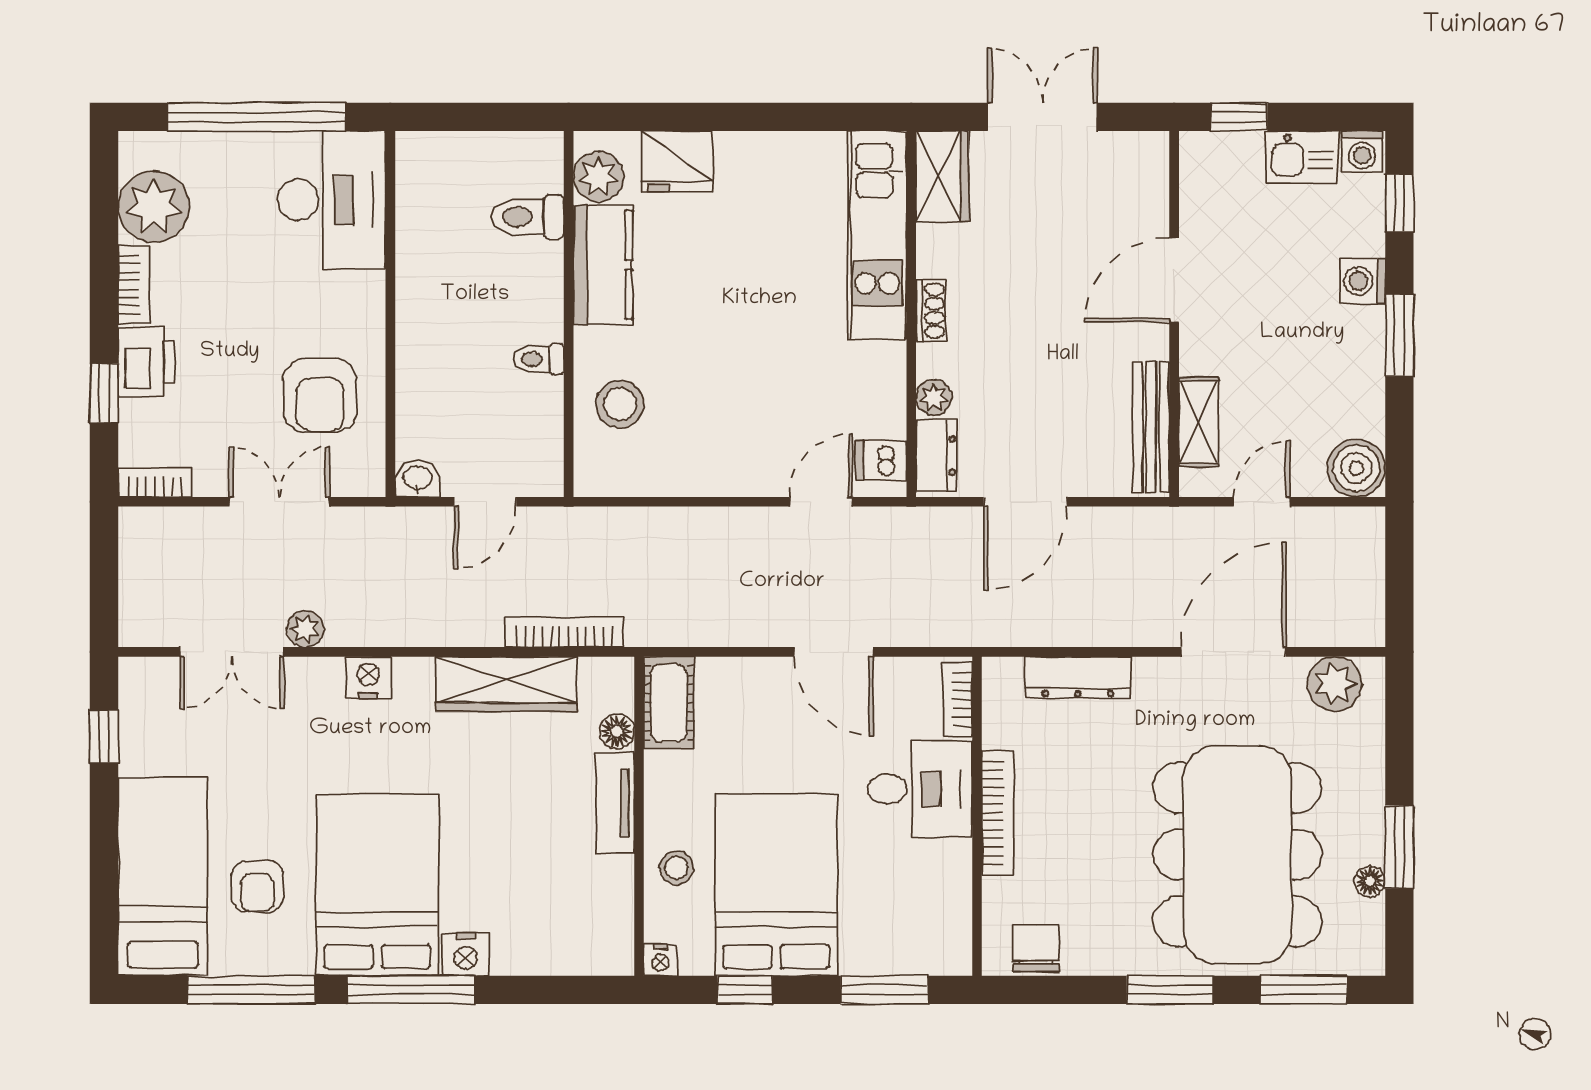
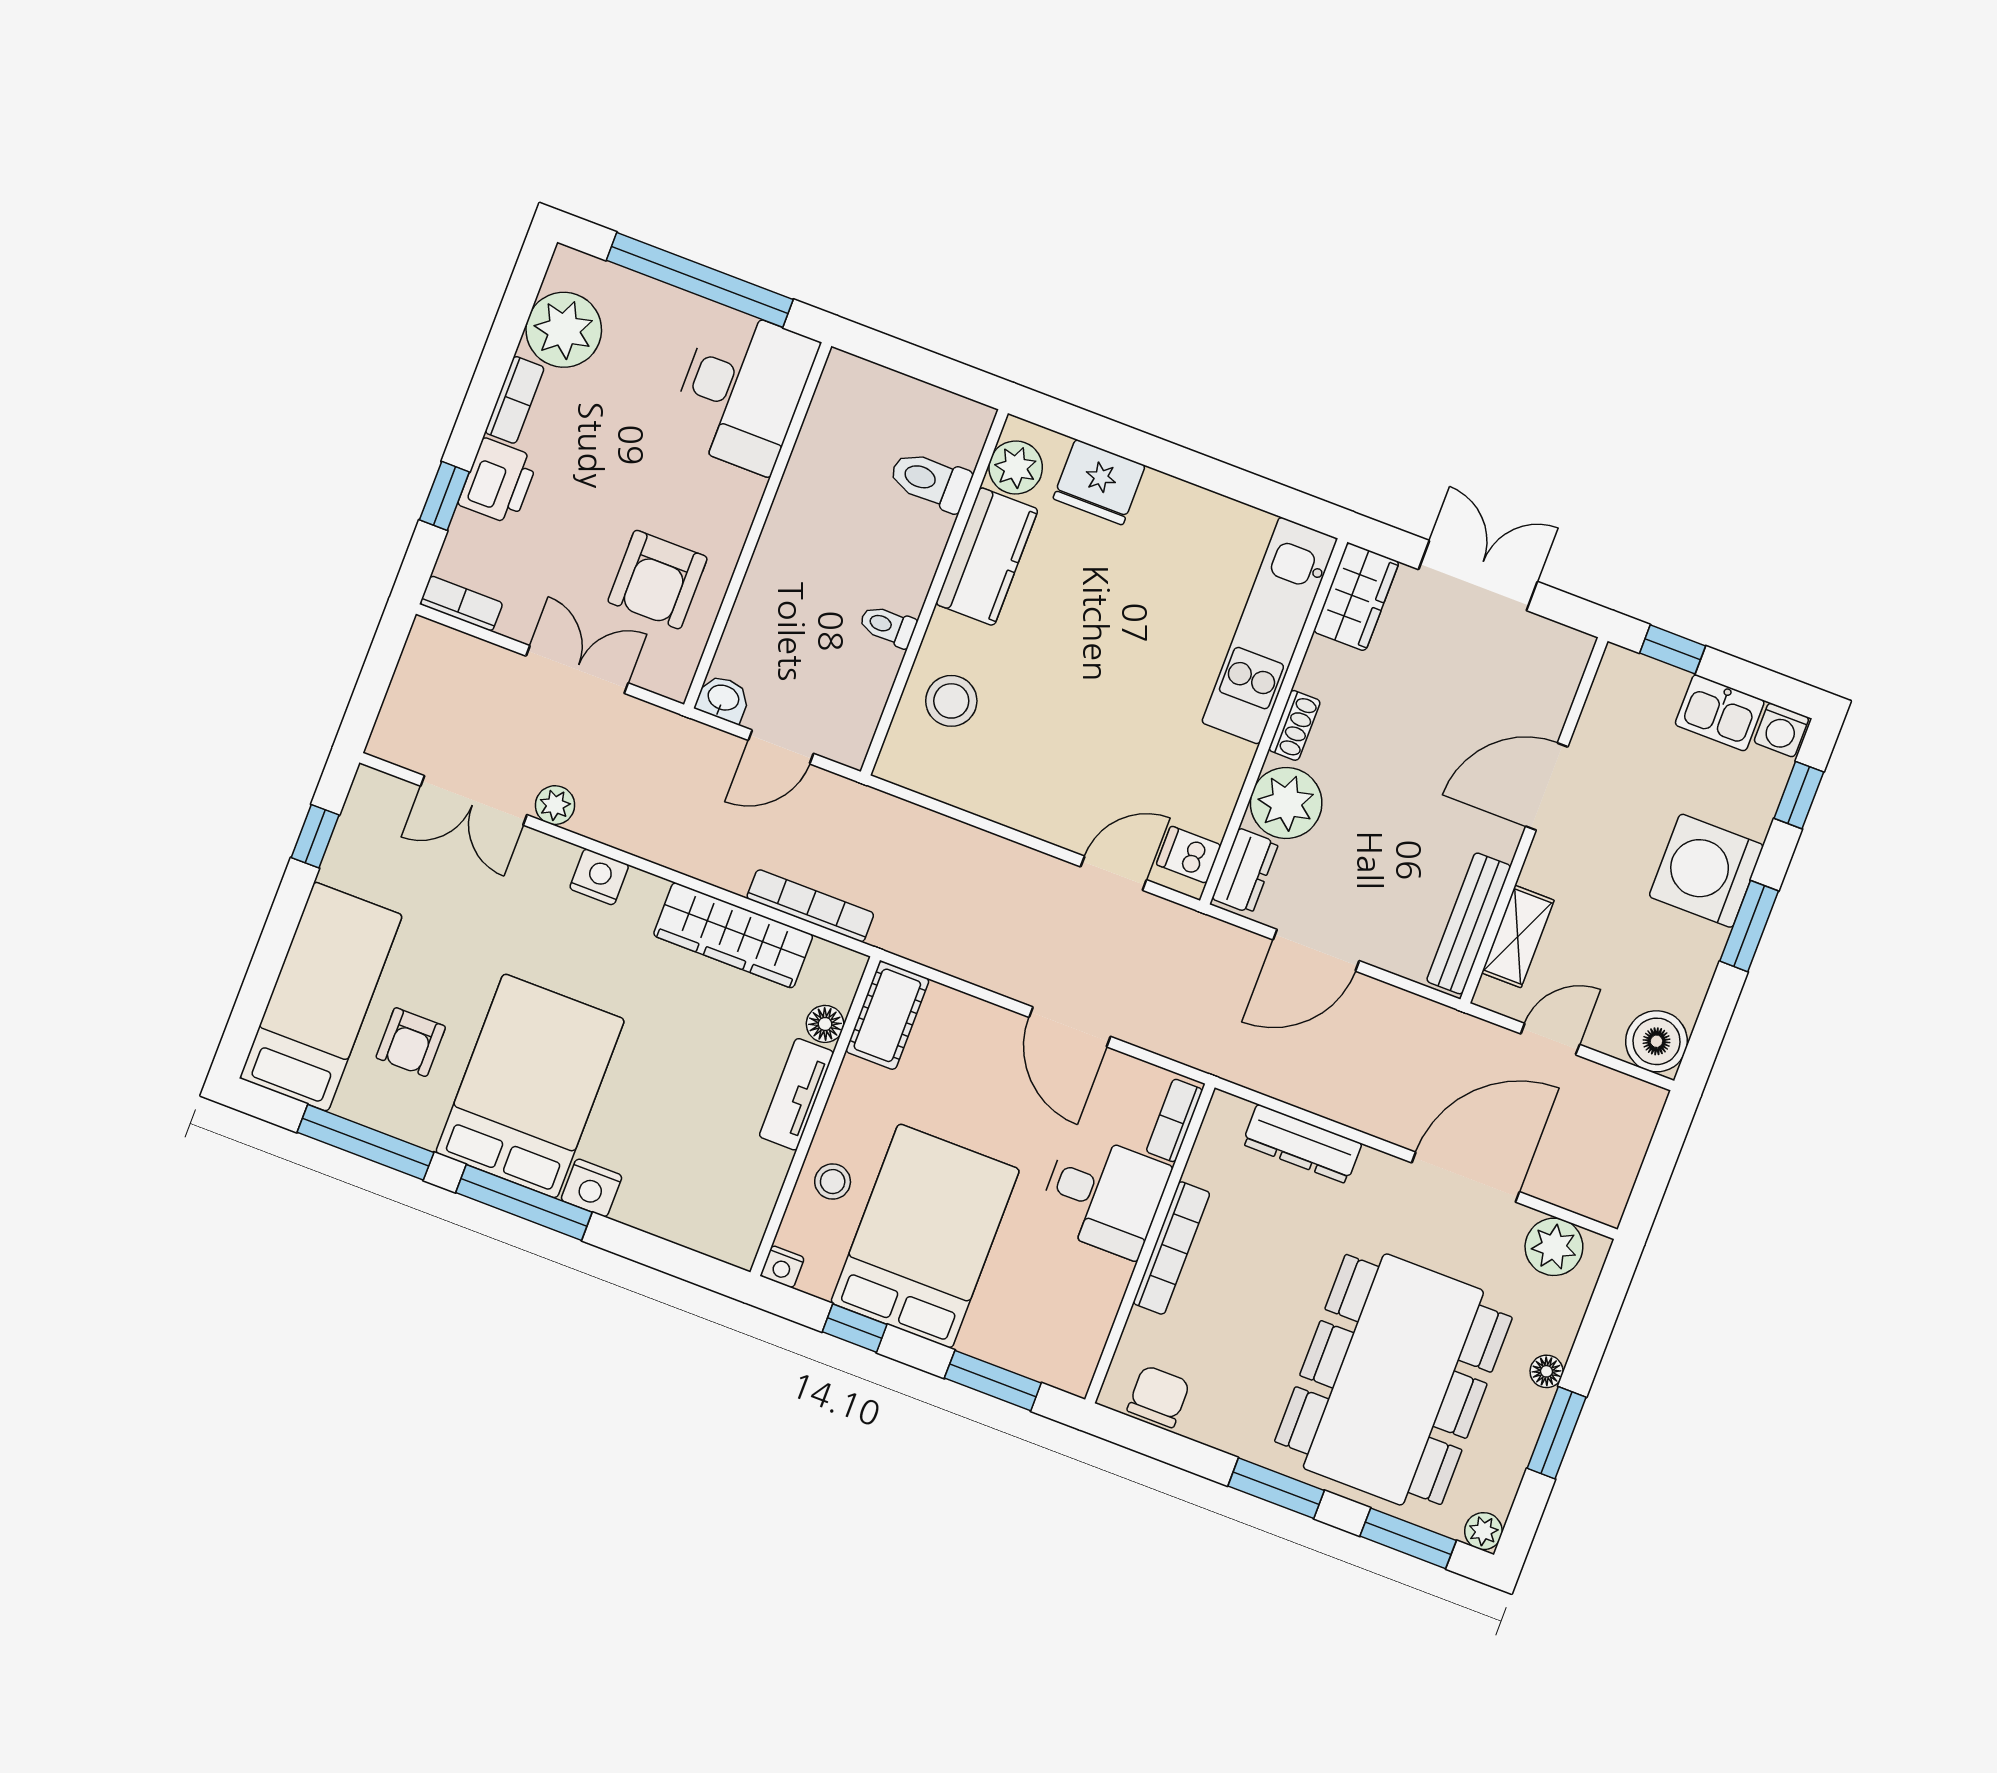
washing machine: (1363, 281) -> (1706, 871), width x1.89, depth x1.89
plant: (934, 398) -> (1286, 803), width x1.88, depth x1.88
floor lamp: (1370, 881) -> (1547, 1371), moved
plant: (1368, 958) -> (1483, 1531), added

